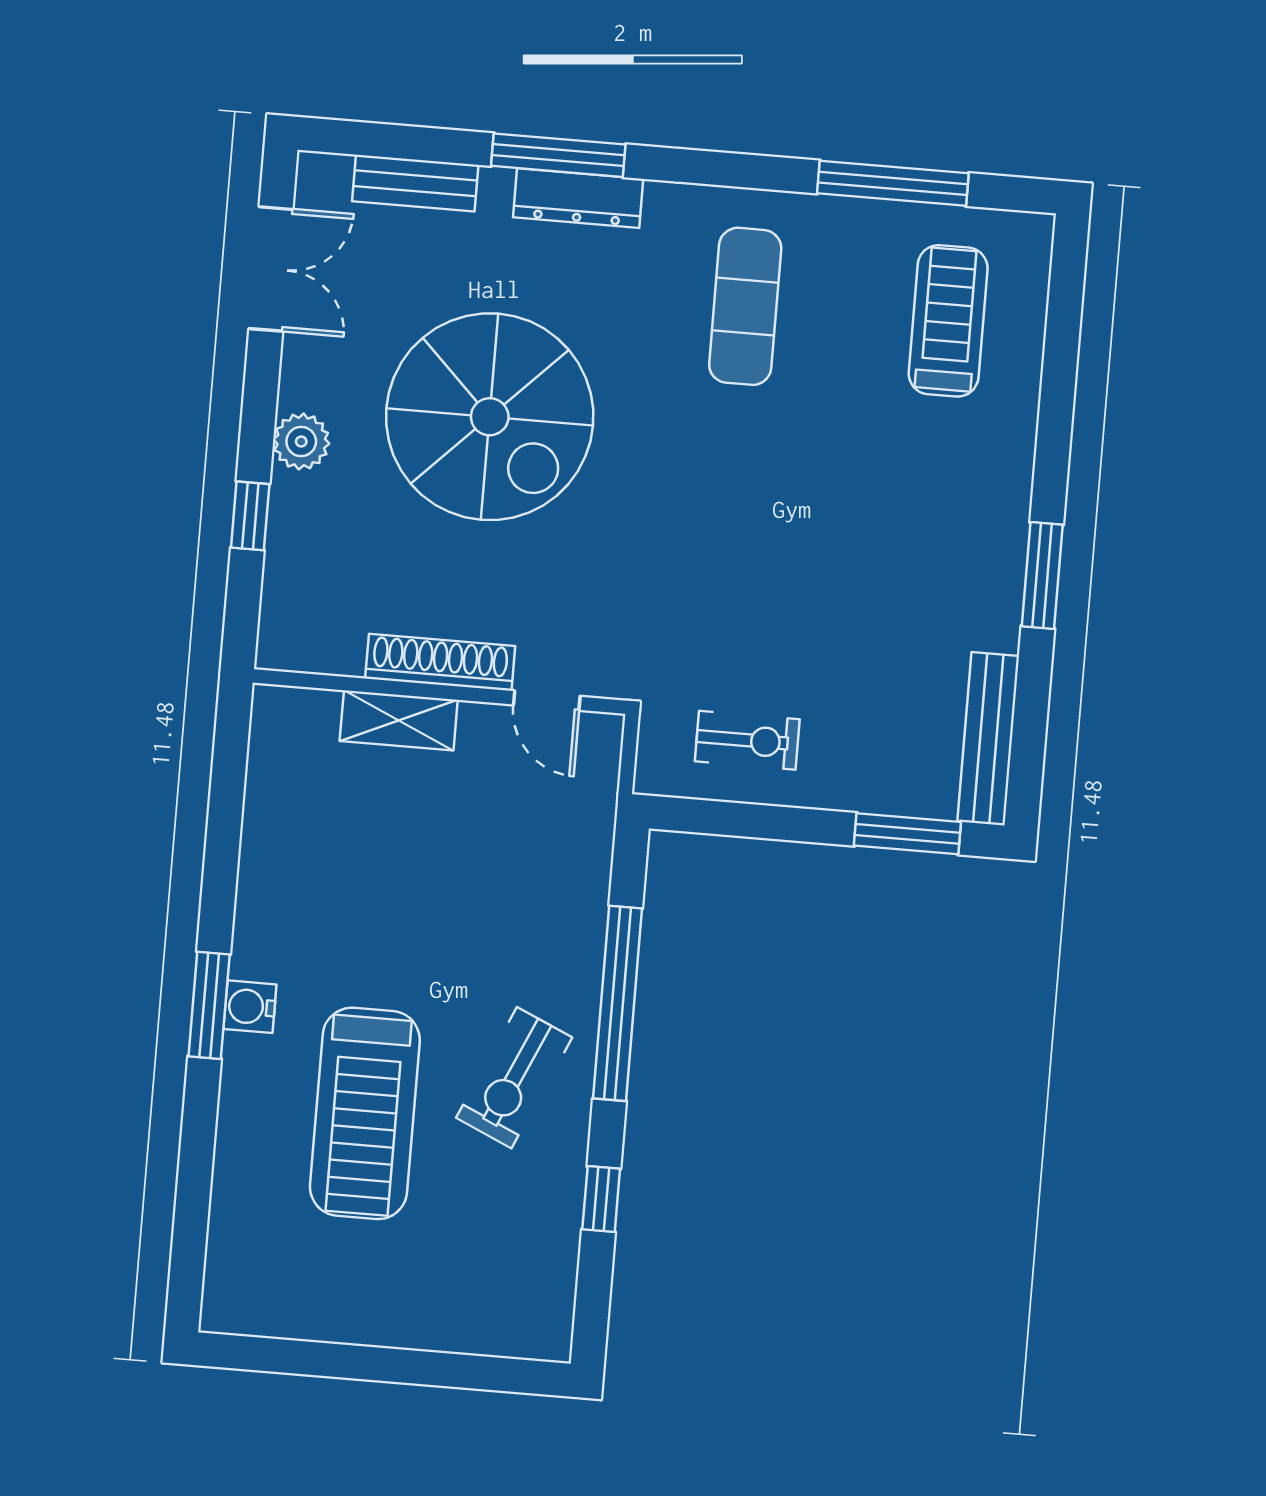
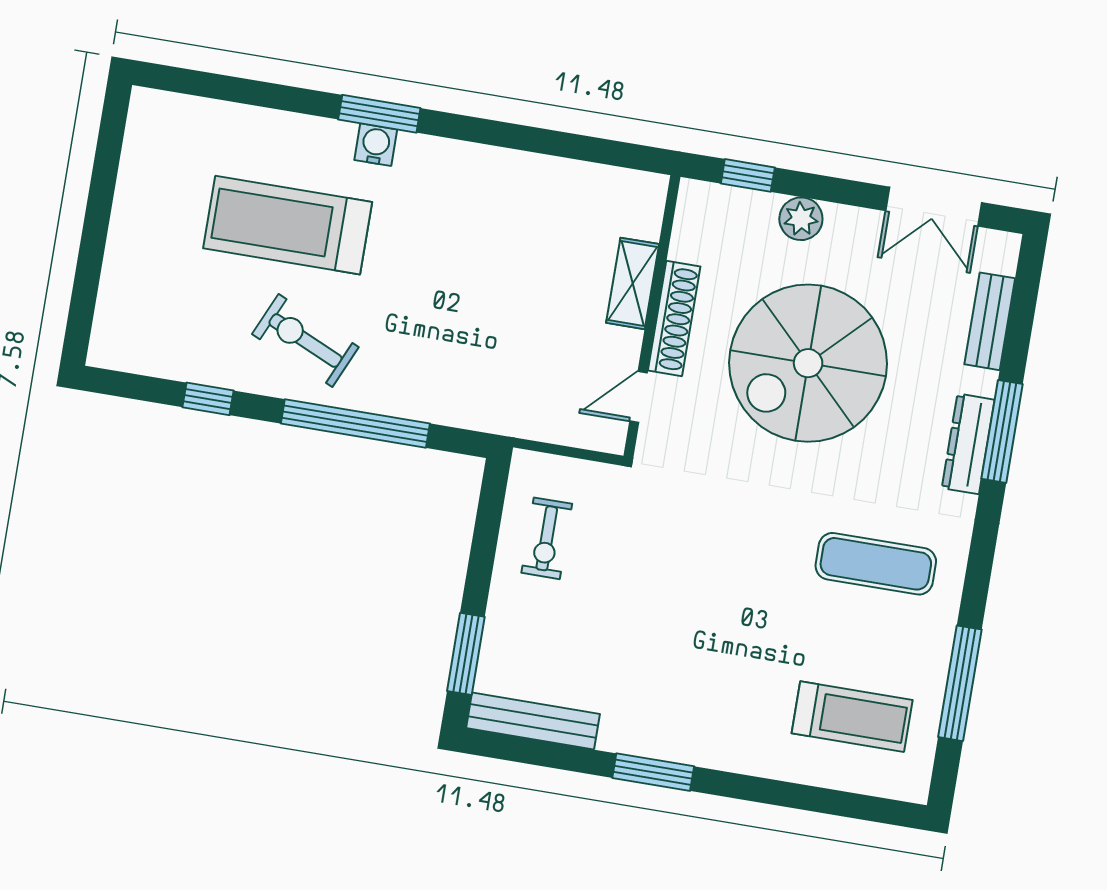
shoe rack: (440, 662) -> (674, 319), moved
wall: (440, 692) -> (652, 316), moved
door: (547, 701) -> (638, 397), moved
shelving: (399, 720) -> (633, 283), moved

